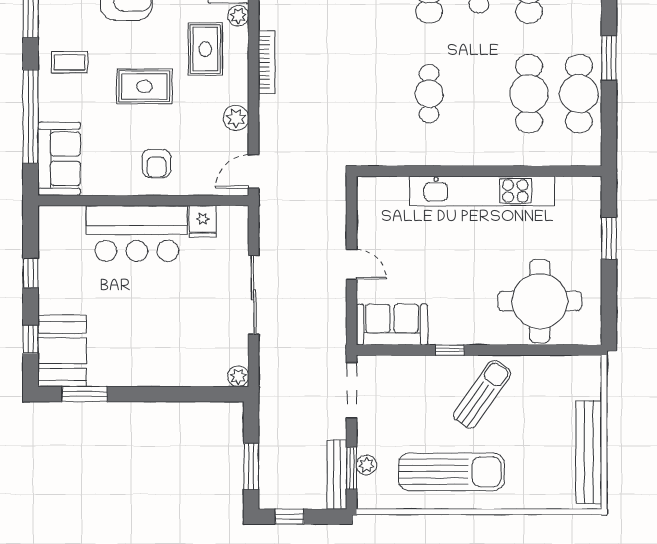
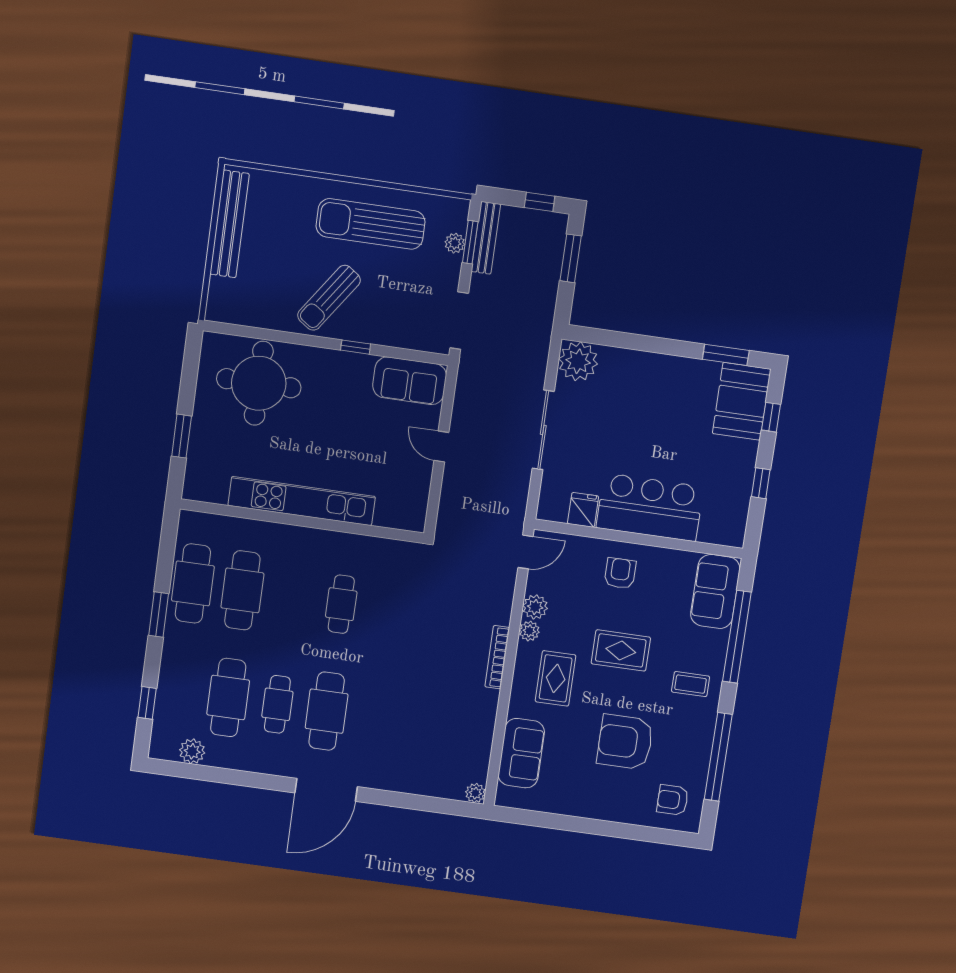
plant: (238, 16) -> (529, 631), moved
plant: (238, 376) -> (578, 361), width x1.88, depth x1.88

